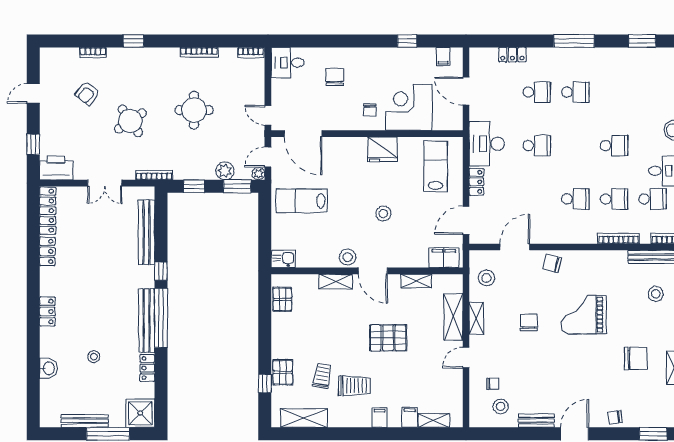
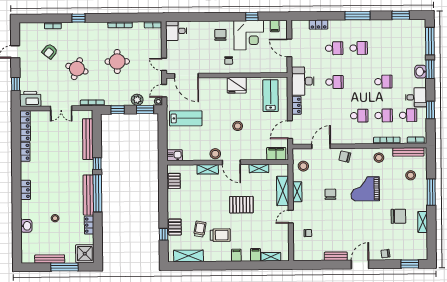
chair: (335, 77) -> (220, 35), moved
corner desk: (409, 107) -> (249, 35), moved, turned 180
round table: (130, 121) -> (77, 69), turned -37
lab bench: (302, 201) -> (186, 118), turned 180
stool: (501, 406) -> (379, 158), moved

